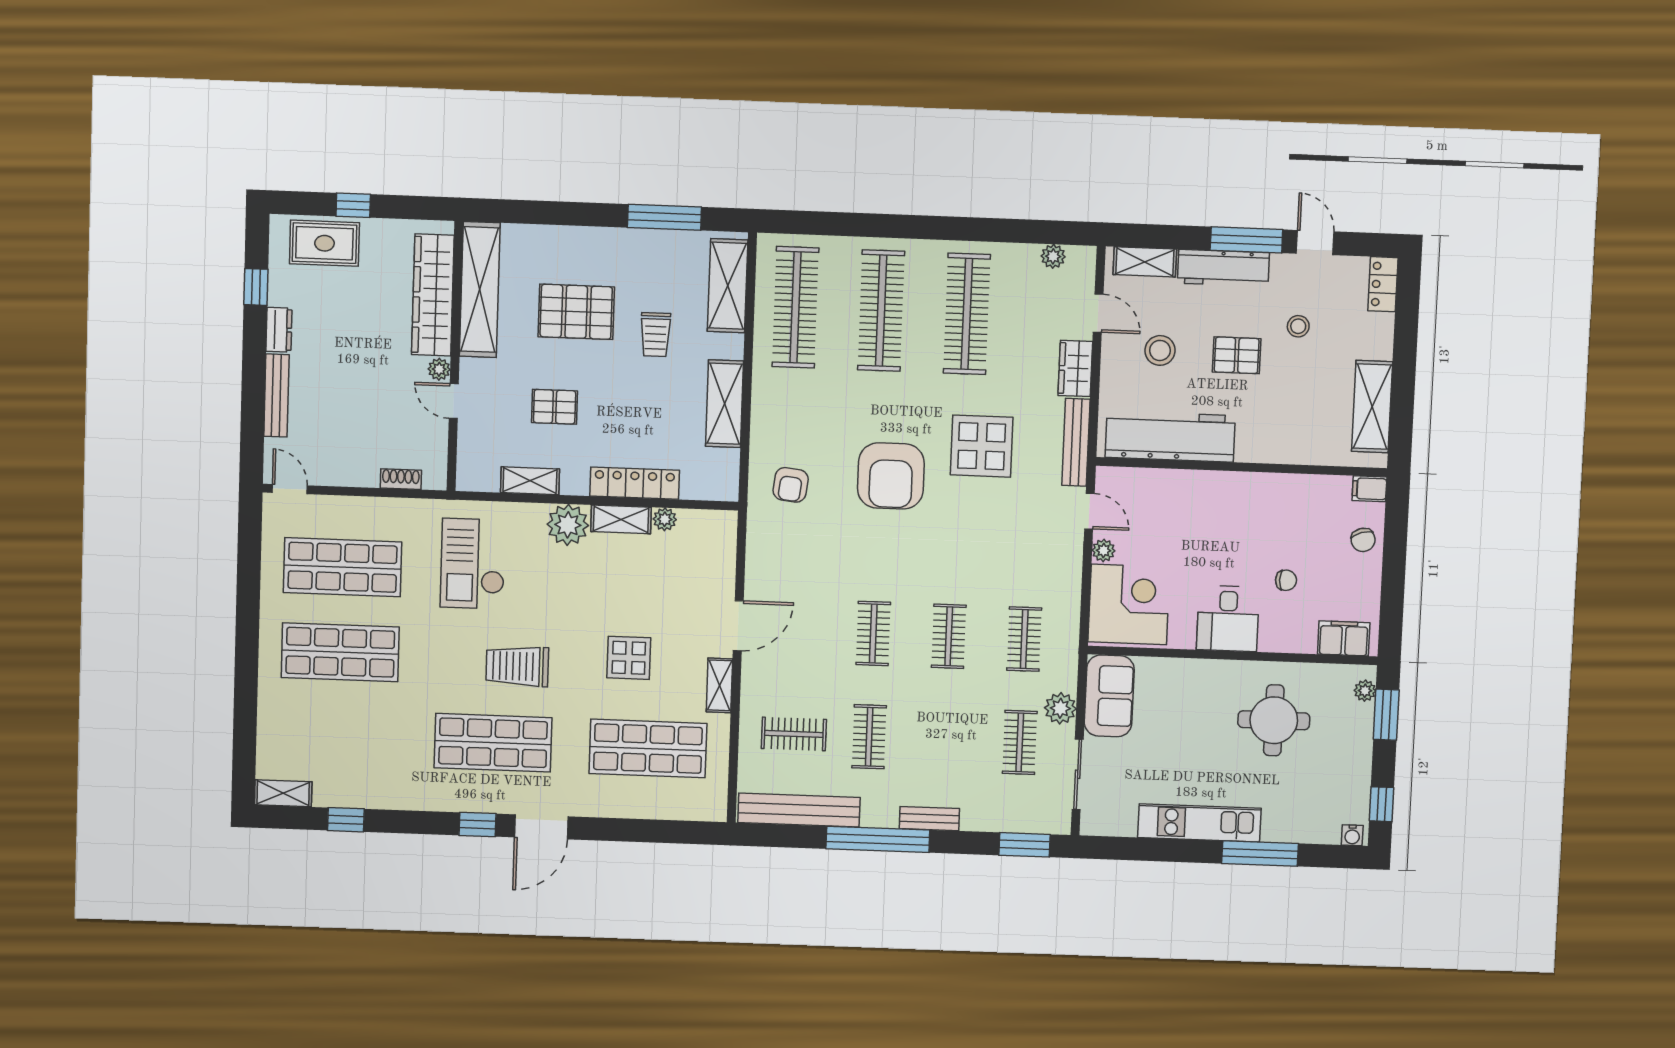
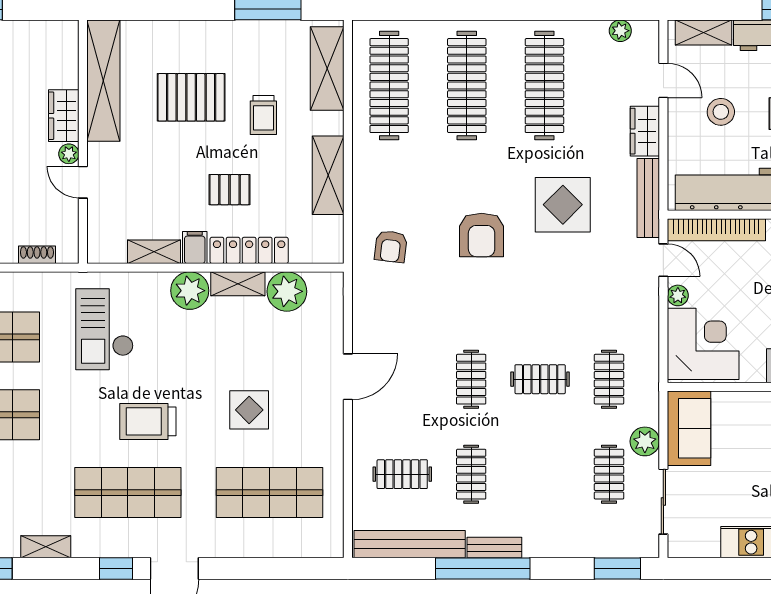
wardrobe: (433, 295) -> (64, 116), width x0.48, depth x0.85
pallet: (555, 407) -> (229, 190), moved
armchair: (891, 476) -> (482, 235), width x0.73, depth x0.73
filing cabinet: (575, 478) -> (195, 248), added
bookcase: (1149, 480) -> (716, 230), added
plant: (665, 519) -> (287, 291), width x1.88, depth x1.88
clothes rail: (949, 636) -> (540, 379), turned 90
shelving: (719, 685) -> (46, 547), moved, turned 90
bench: (929, 819) -> (494, 548), moved

